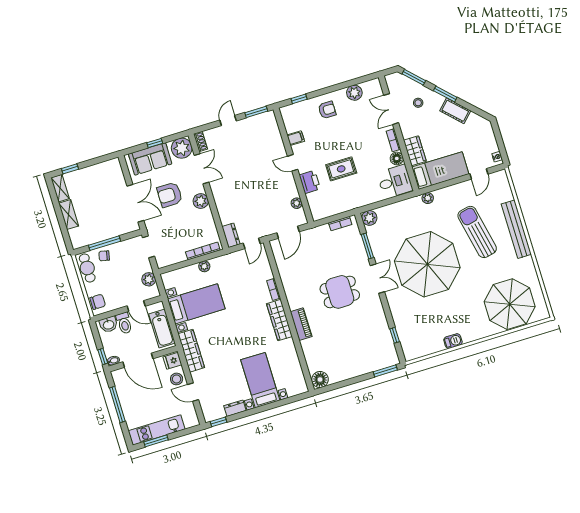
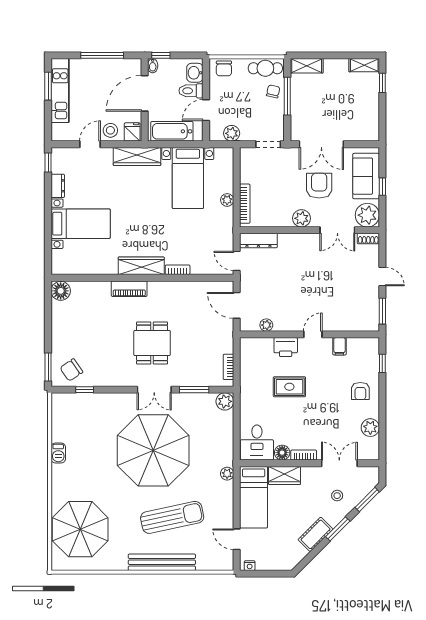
rug: (341, 169) -> (289, 387), turned 90
shelving: (69, 215) -> (307, 66), moved
dresser: (231, 235) -> (258, 241), width x1.44
chair: (382, 351) -> (71, 370), added

